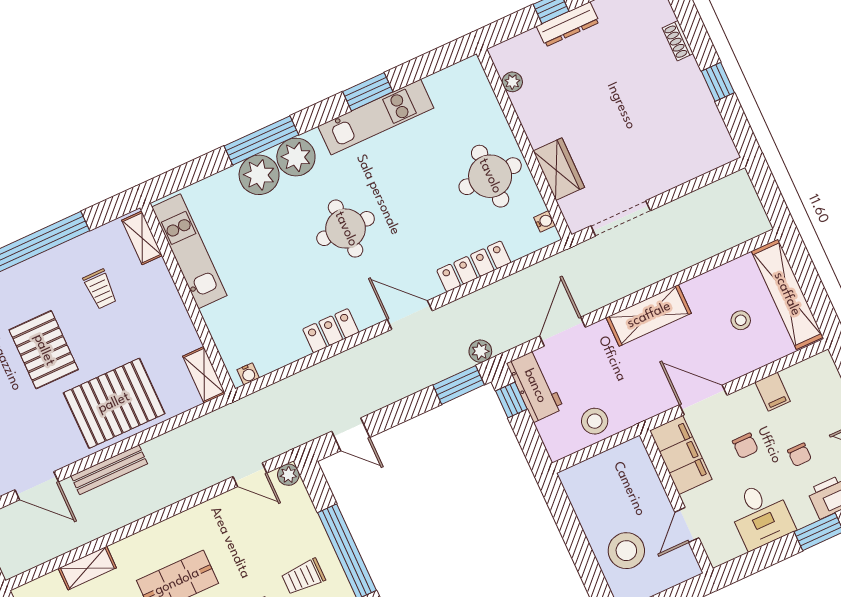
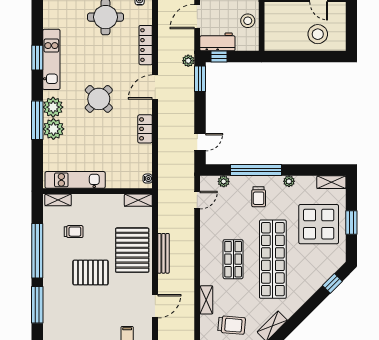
round table: (346, 229) -> (99, 99), turned 45
door: (562, 332) -> (197, 16), hinge flipped
bench: (109, 470) -> (163, 253), moved
plant: (288, 475) -> (224, 181), moved

